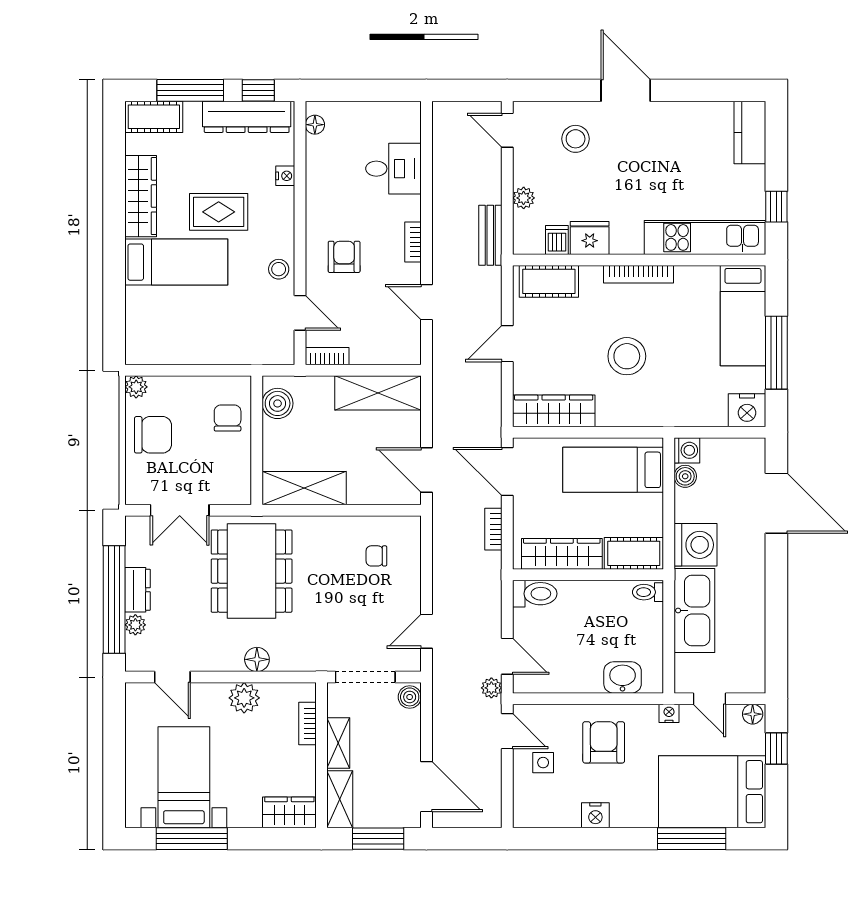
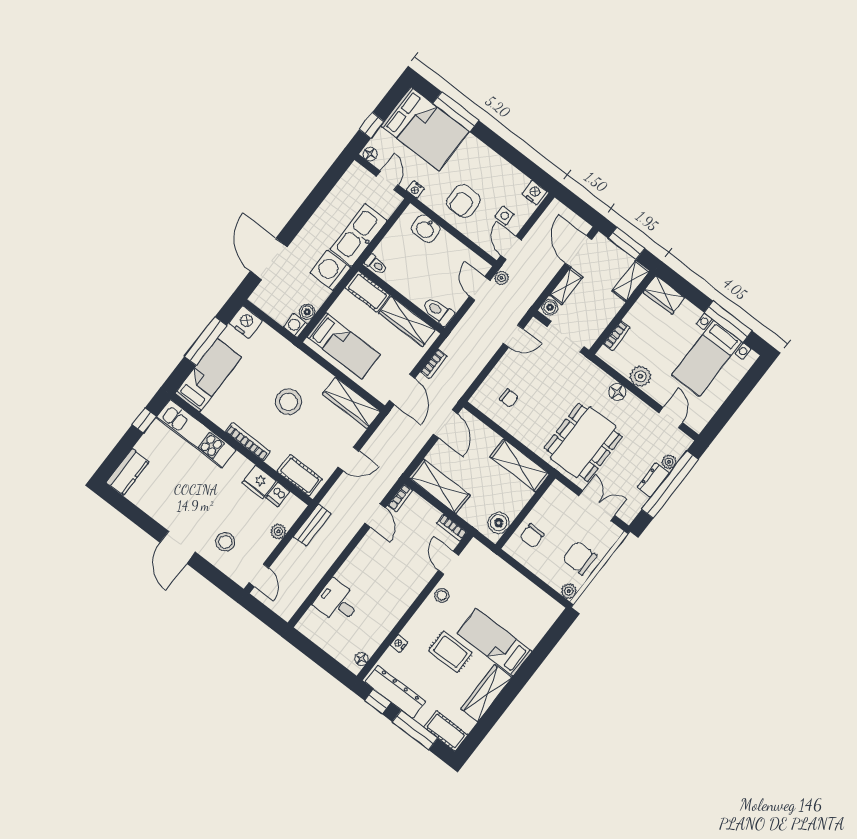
bookcase: (413, 242) -> (400, 498), moved
armchair: (344, 257) -> (401, 575), removed
shelving: (338, 743) -> (566, 286), moved
nightstand: (595, 815) -> (534, 193), moved

